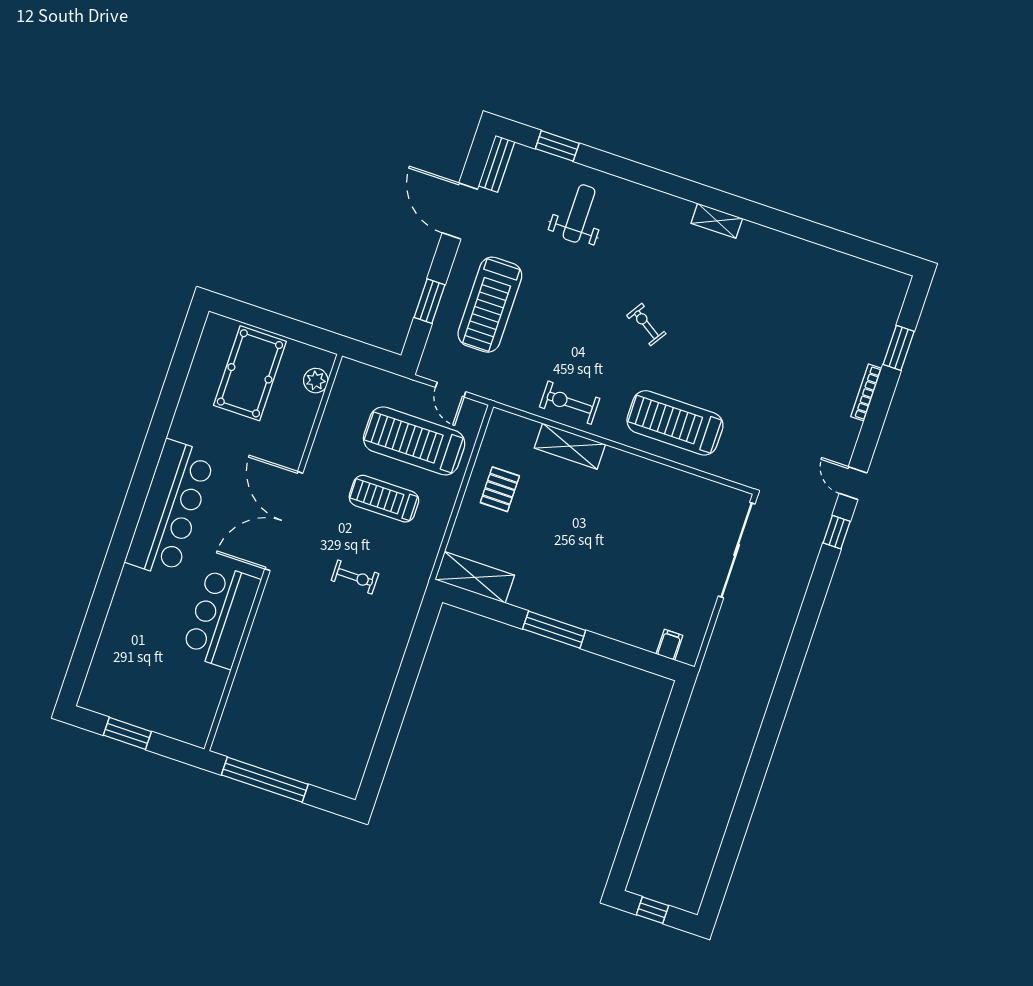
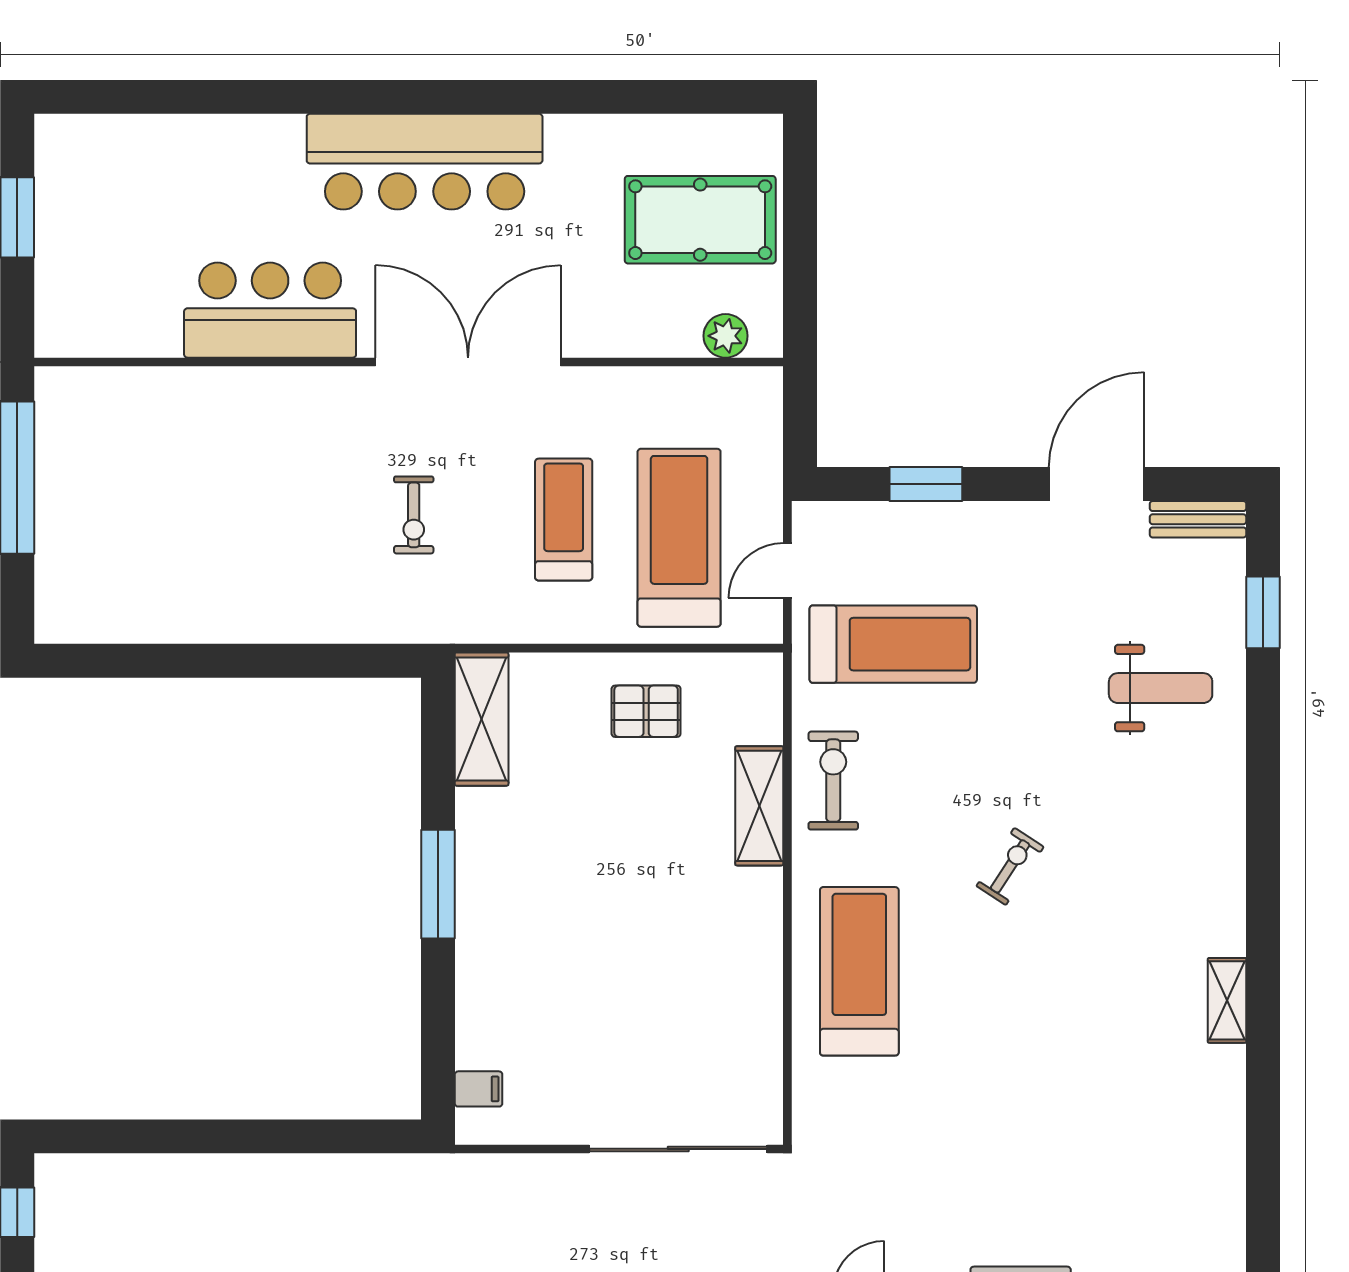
shelving: (717, 221) -> (1227, 1000), moved
treadmill: (490, 305) -> (893, 644), moved, turned 180

